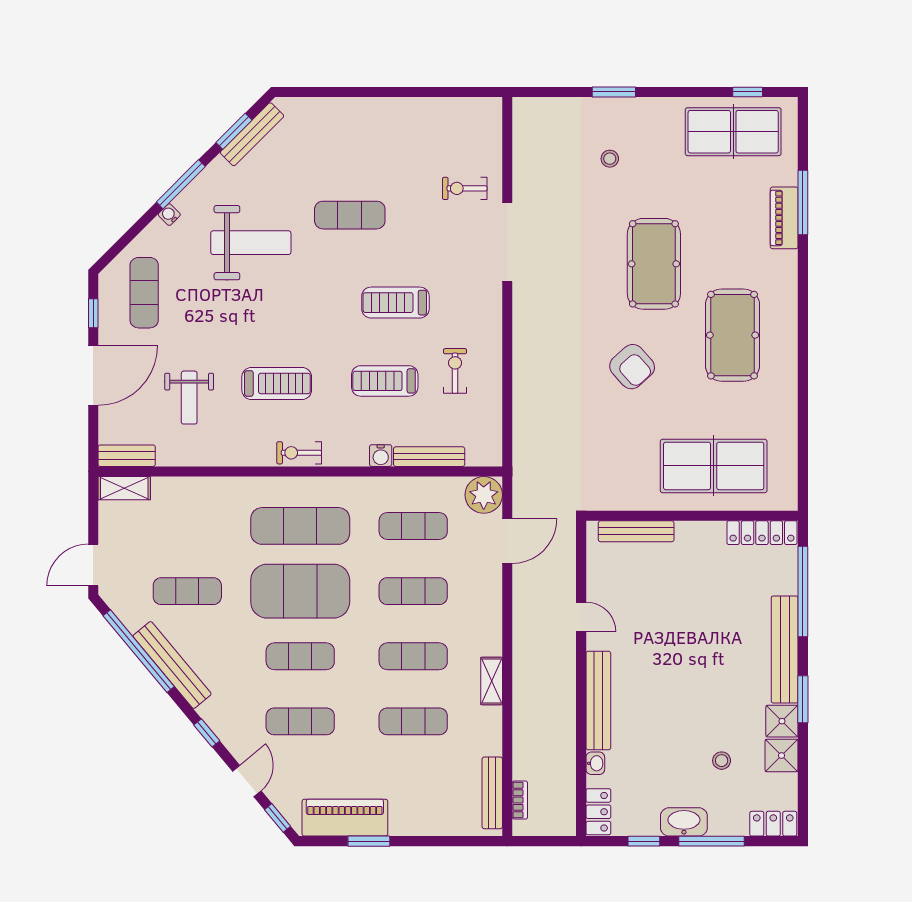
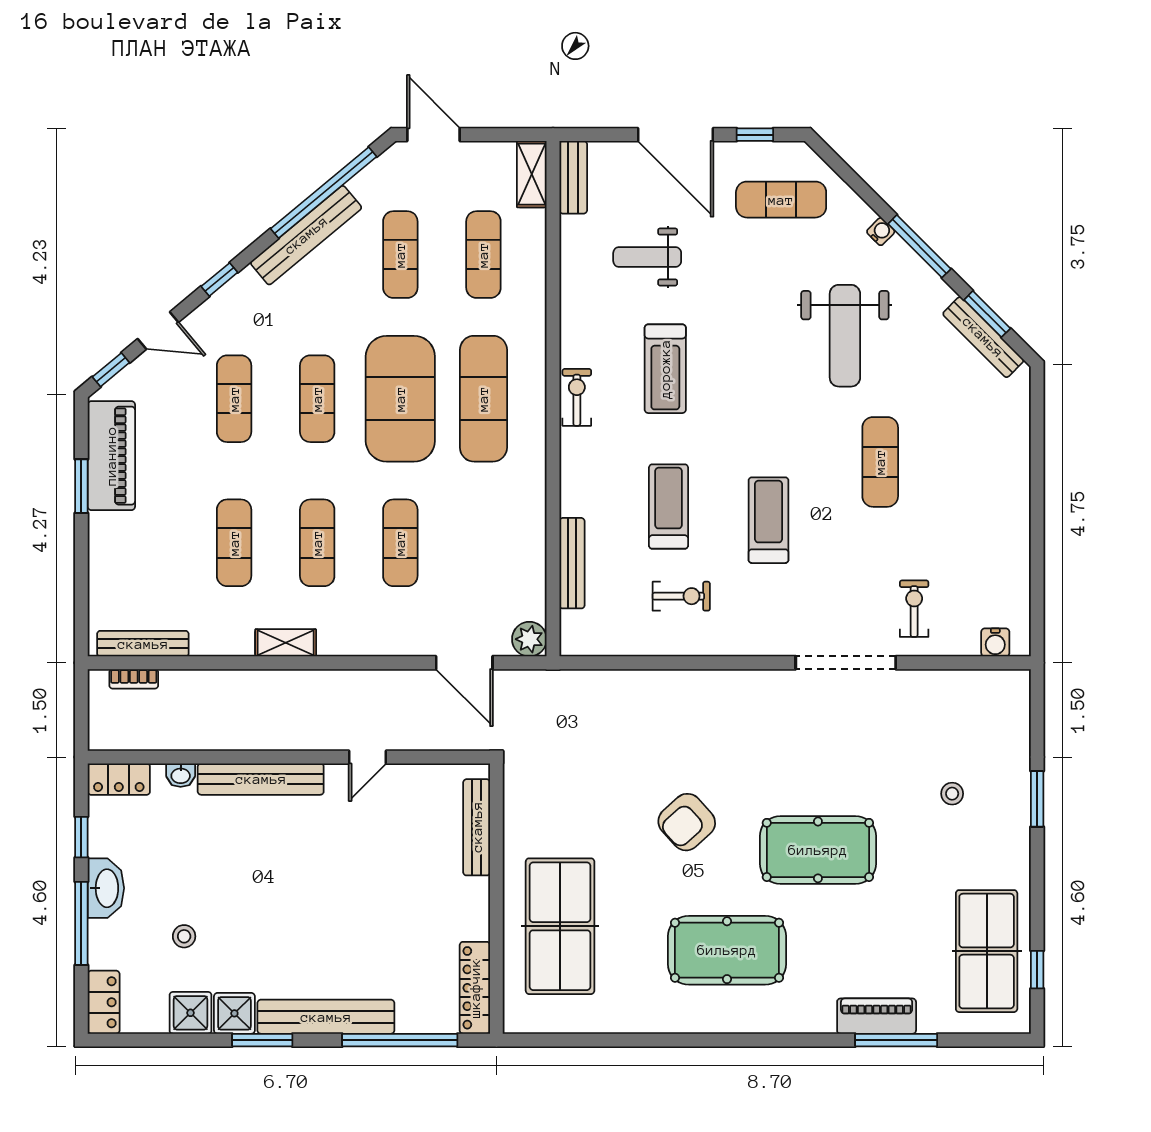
water cooler: (381, 456) -> (995, 642), moved, turned -90
plant: (484, 495) -> (529, 639), width x0.73, depth x0.73
exercise mat: (413, 526) -> (483, 255), moved

